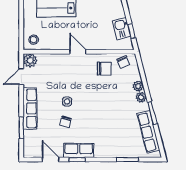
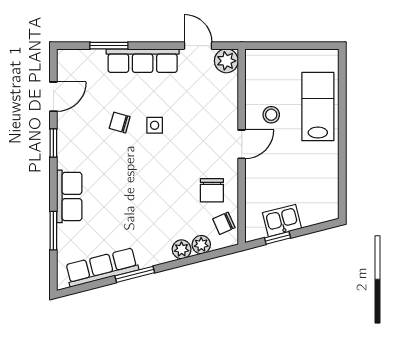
stool: (34, 40) -> (271, 115), moved
plant: (141, 97) -> (201, 245), moved
row of seats: (79, 150) -> (69, 196), moved

